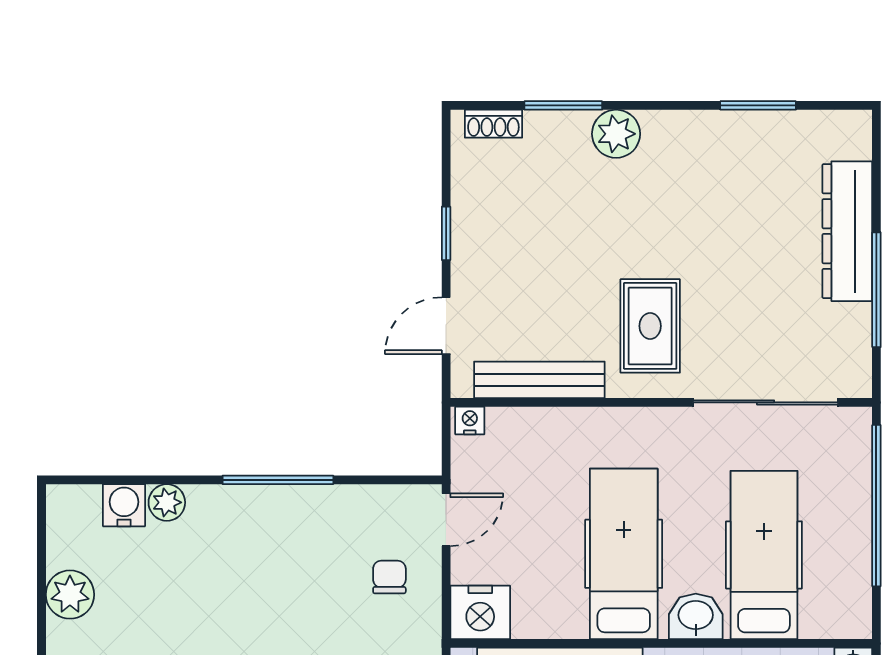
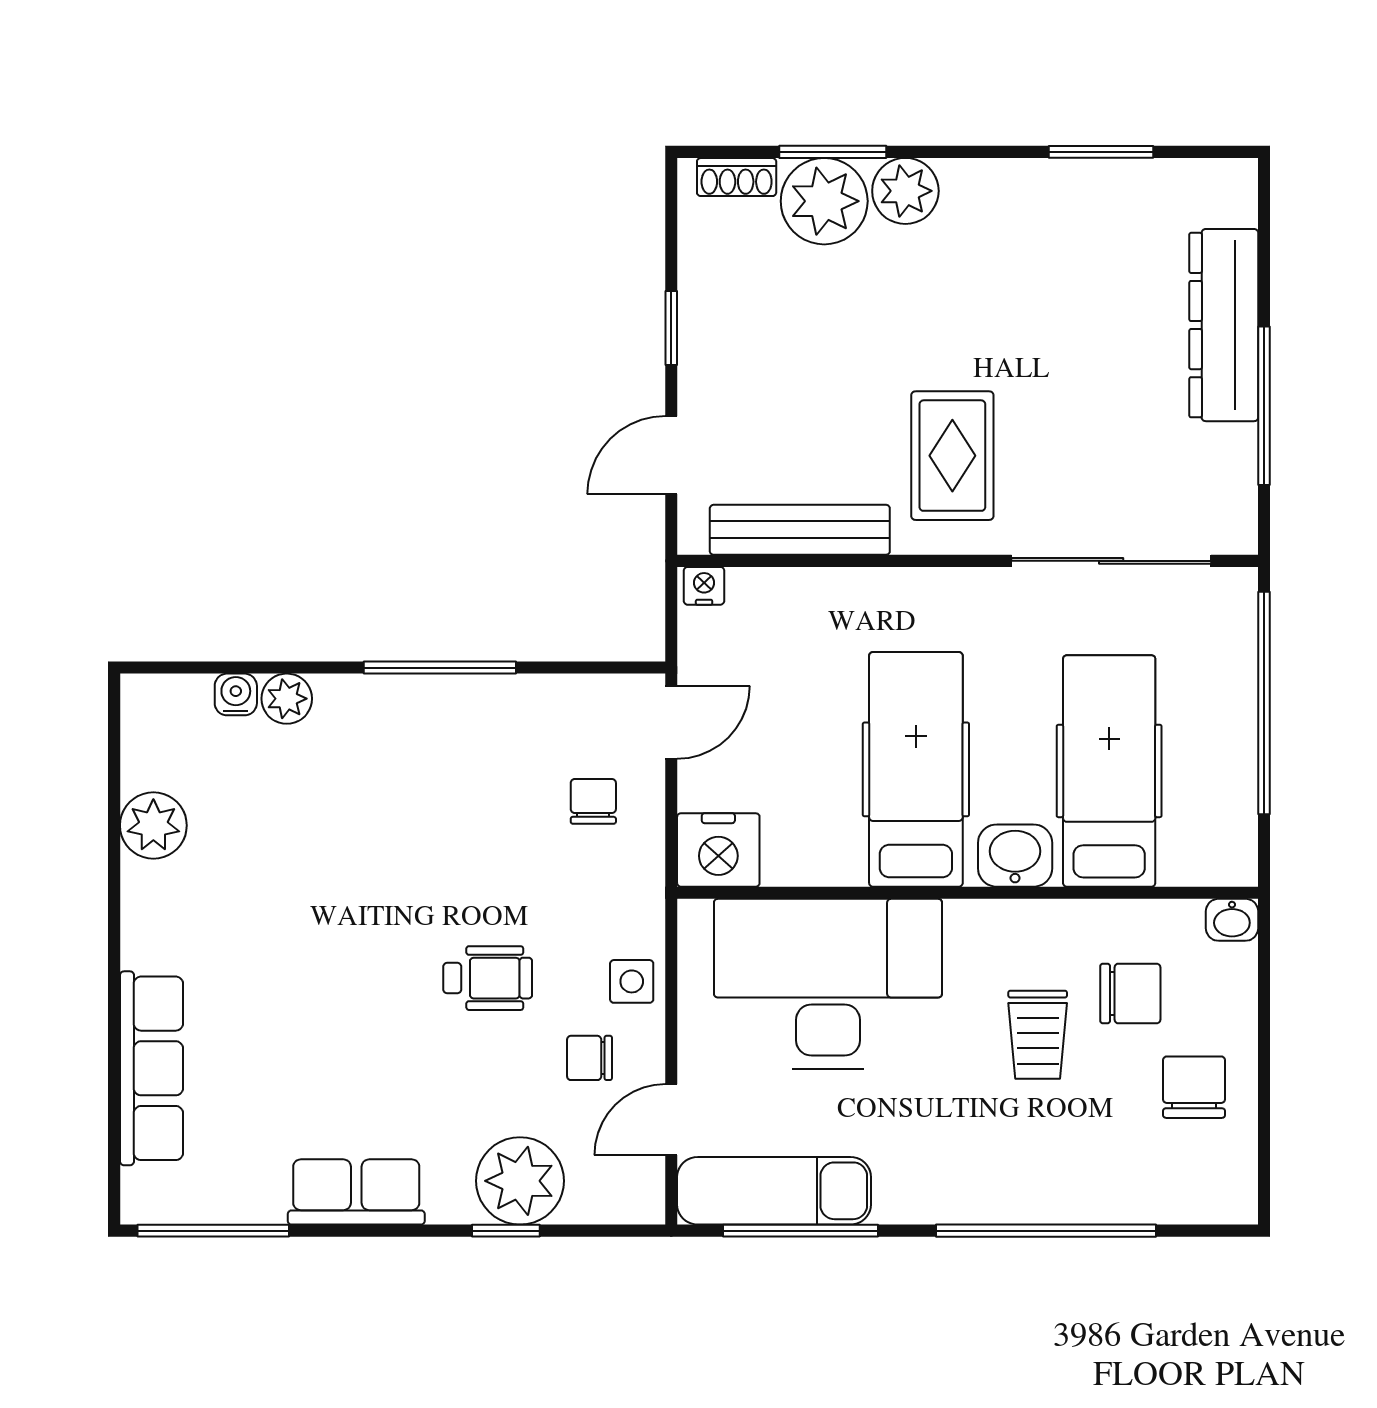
plant: (557, 141) -> (824, 201), added
water cooler: (124, 505) -> (236, 694), width x0.72, depth x0.72

